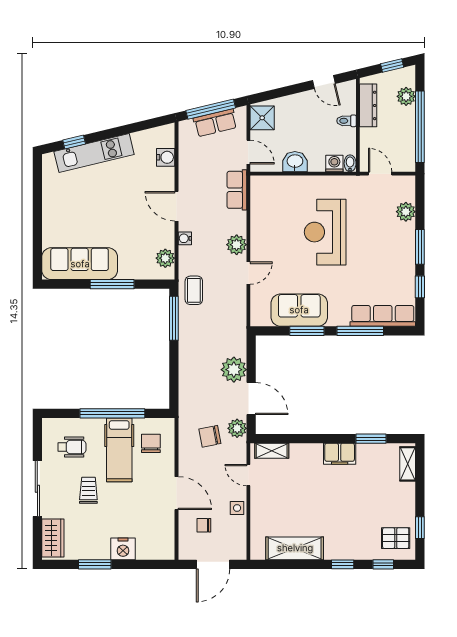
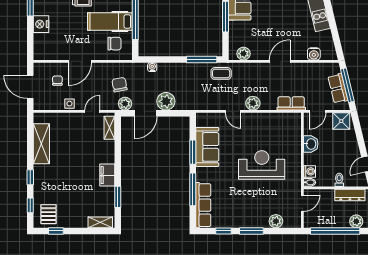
water cooler: (185, 238) -> (152, 67), moved

